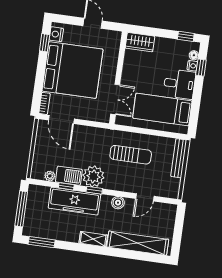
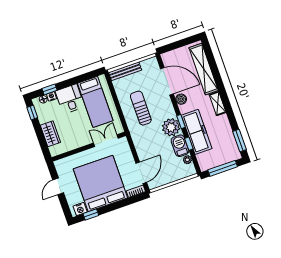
wardrobe: (140, 42) -> (50, 134), moved
door: (145, 197) -> (167, 81), width x1.87

